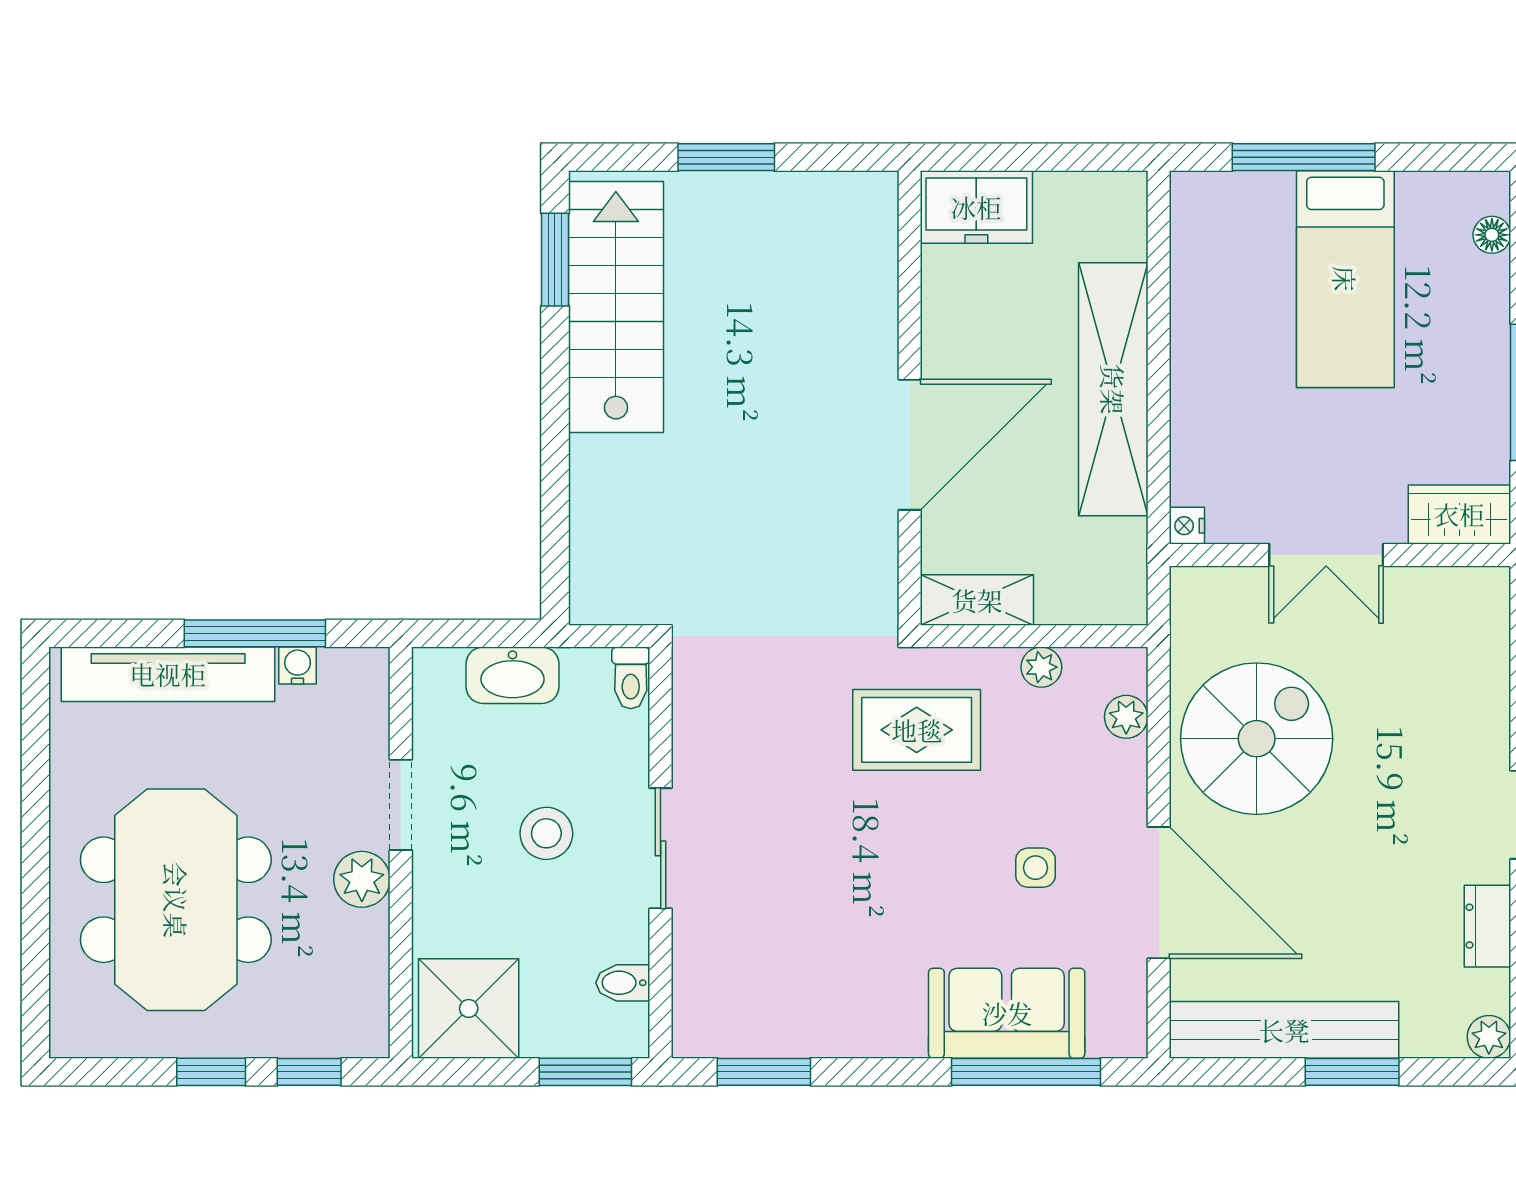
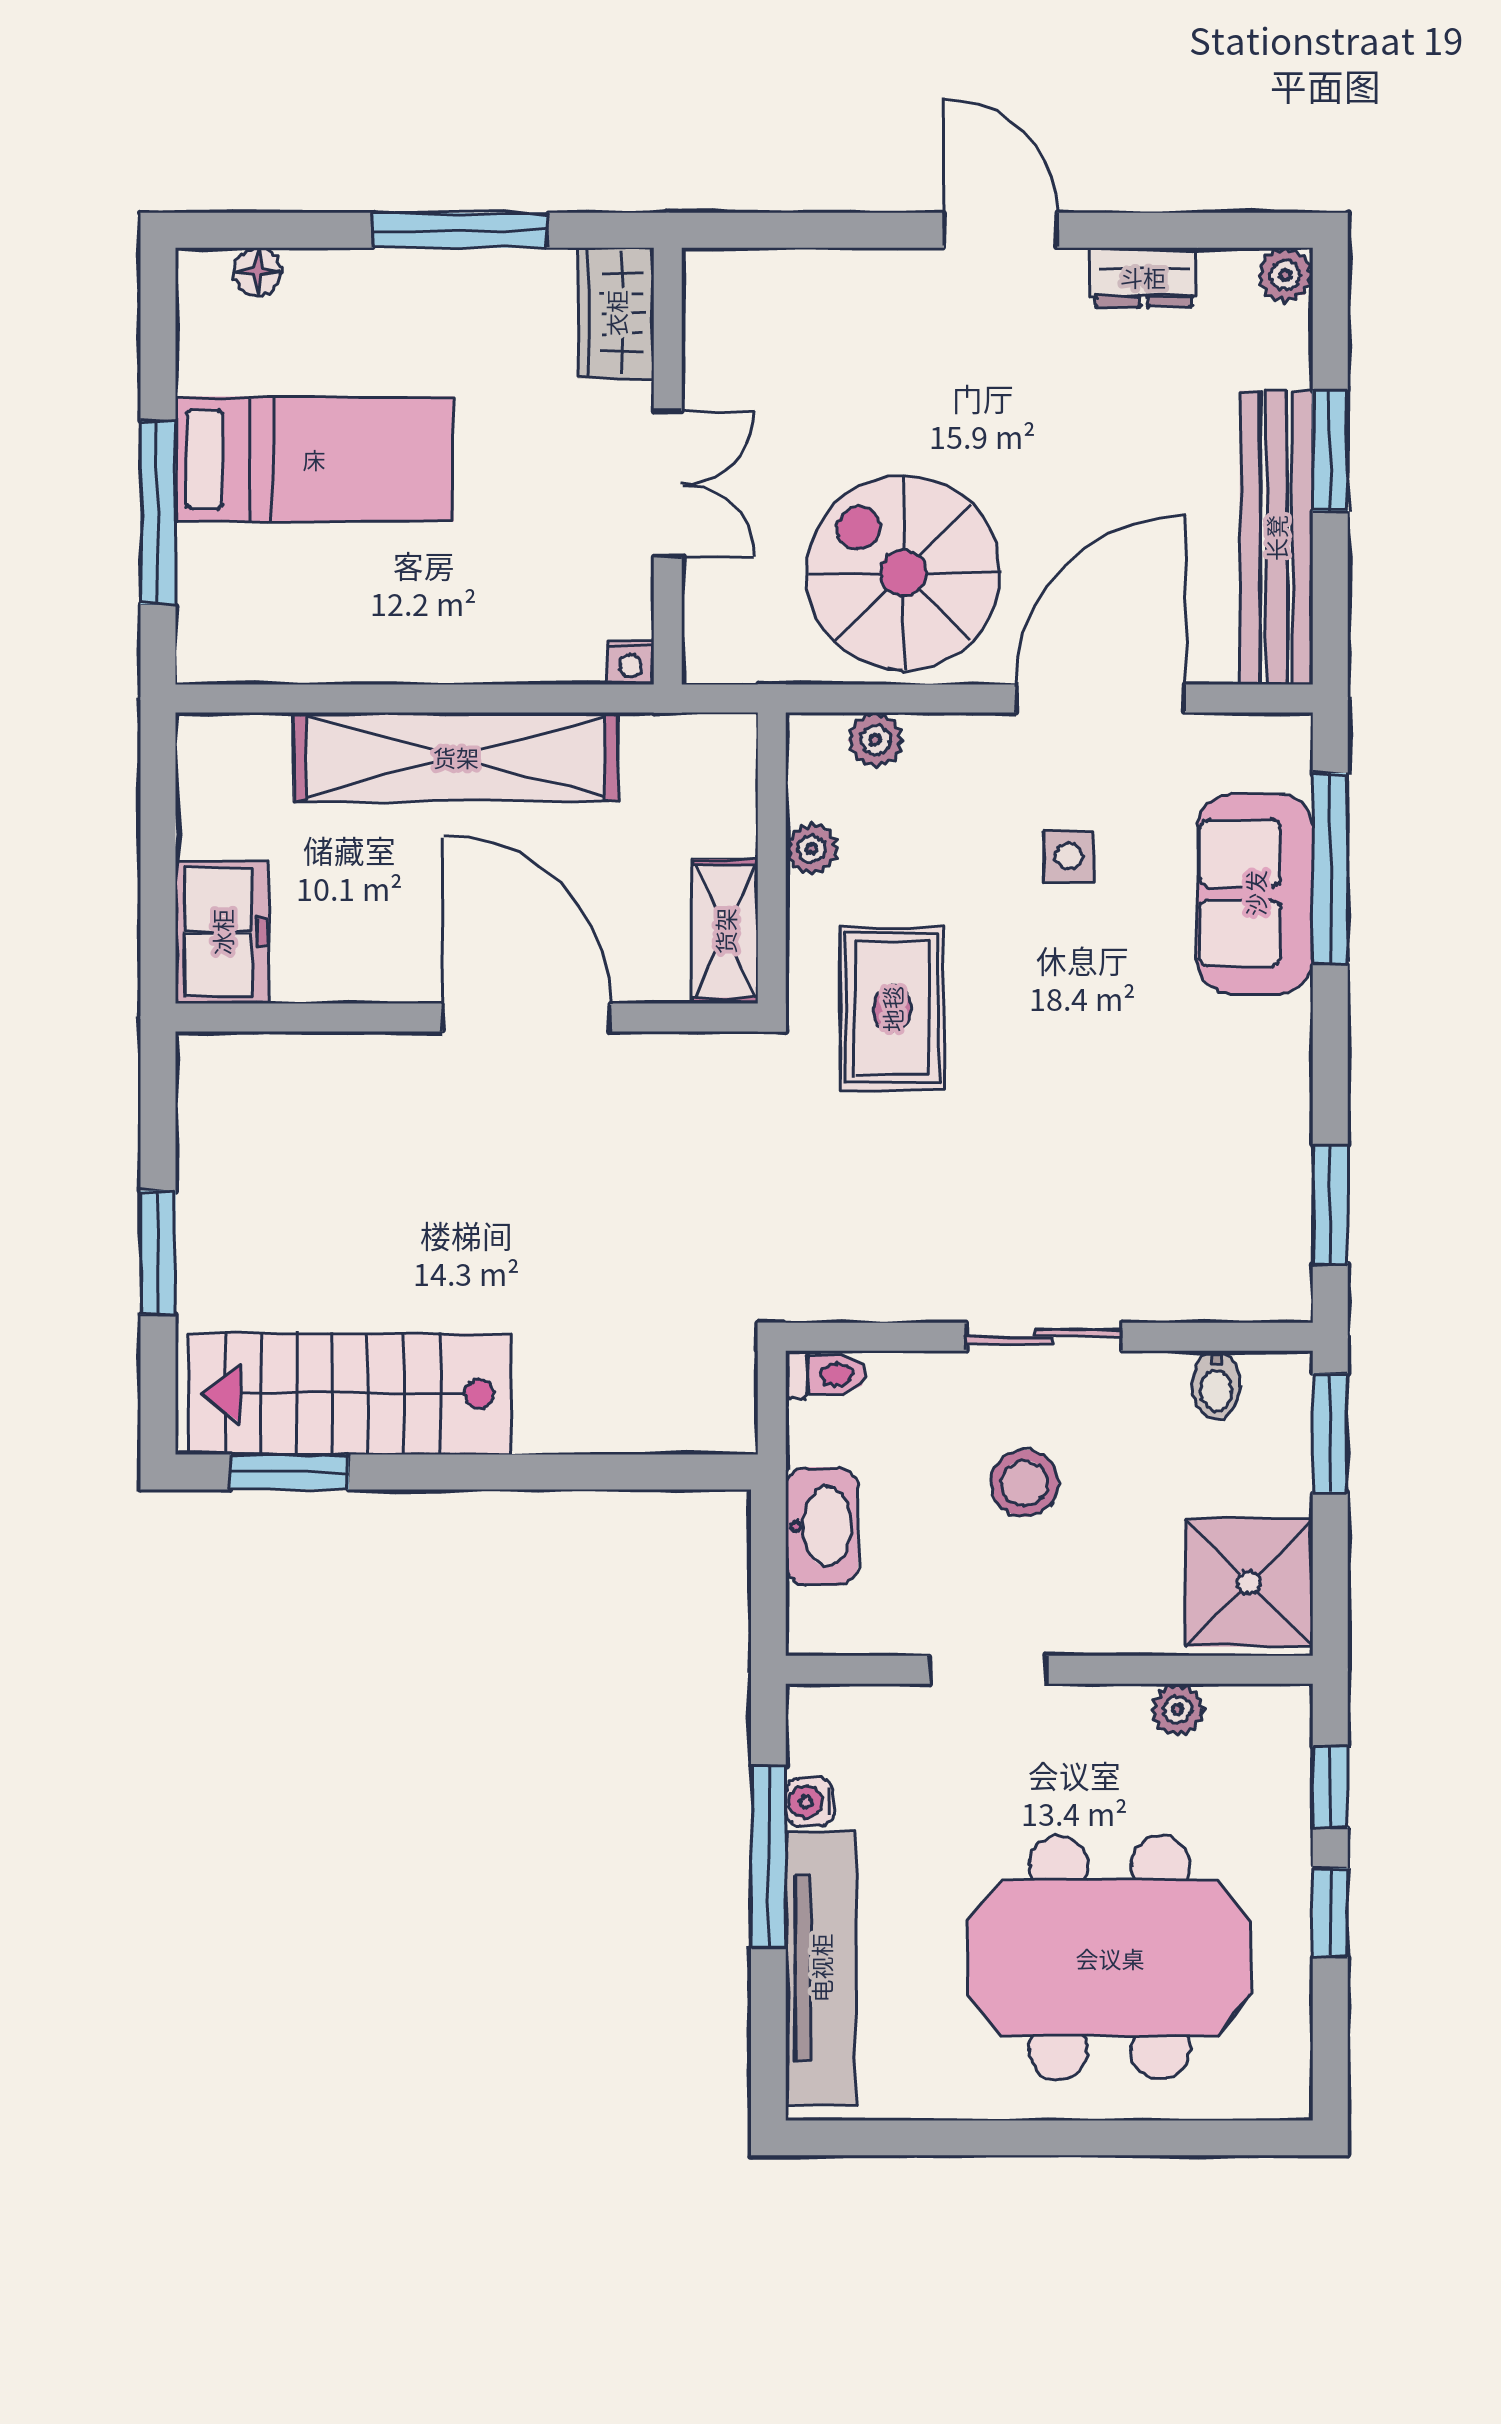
plant: (362, 879) -> (1178, 1710), moved, width x0.73, depth x0.73

